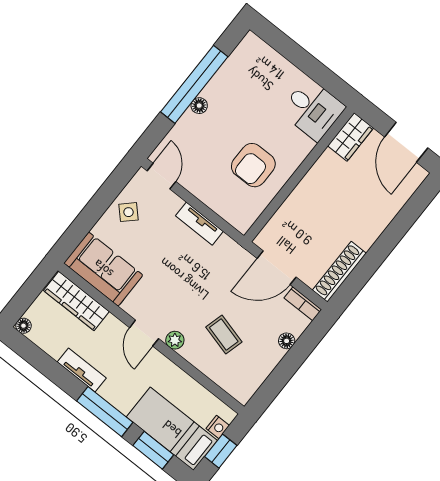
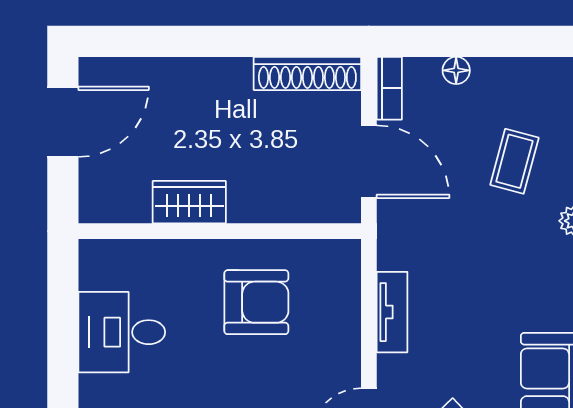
desk: (313, 109) -> (122, 332), moved, turned -90
wardrobe: (350, 137) -> (189, 202), moved

